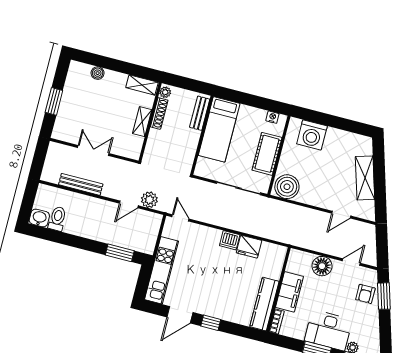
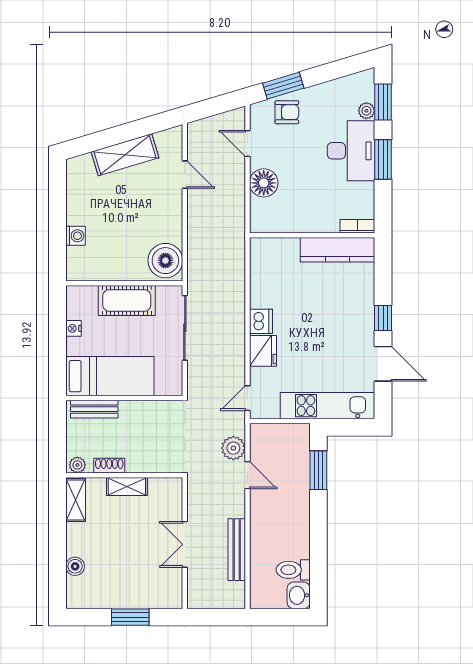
shoe rack: (159, 113) -> (109, 466), width x0.70
nightstand: (272, 117) -> (73, 328), moved
washing machine: (312, 135) -> (76, 236), width x0.53, depth x0.53
fridge: (249, 247) -> (263, 351), moved
filing cabinet: (289, 292) -> (312, 219), removed

